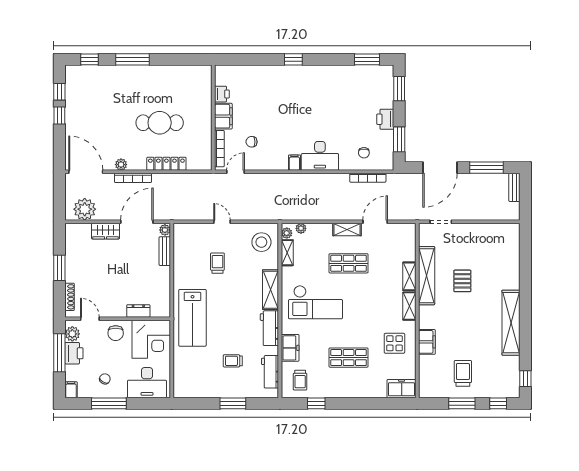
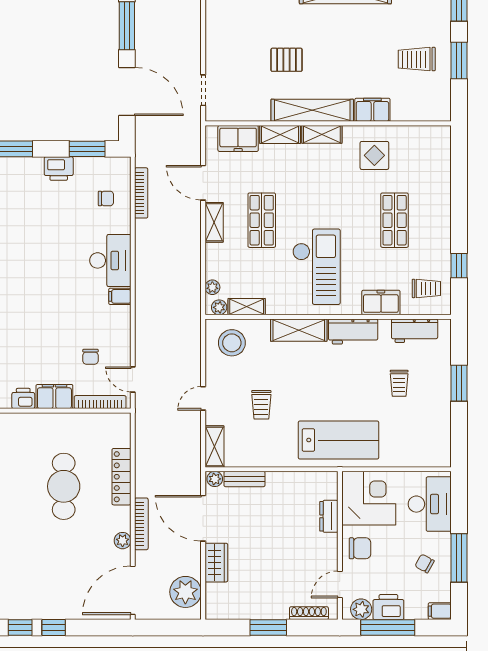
shelving: (188, 230) -> (214, 446), added
trolley: (217, 263) -> (261, 405), turned -90
shelving: (427, 276) -> (312, 110), moved
freezer: (402, 389) -> (238, 138), moved, turned -90

